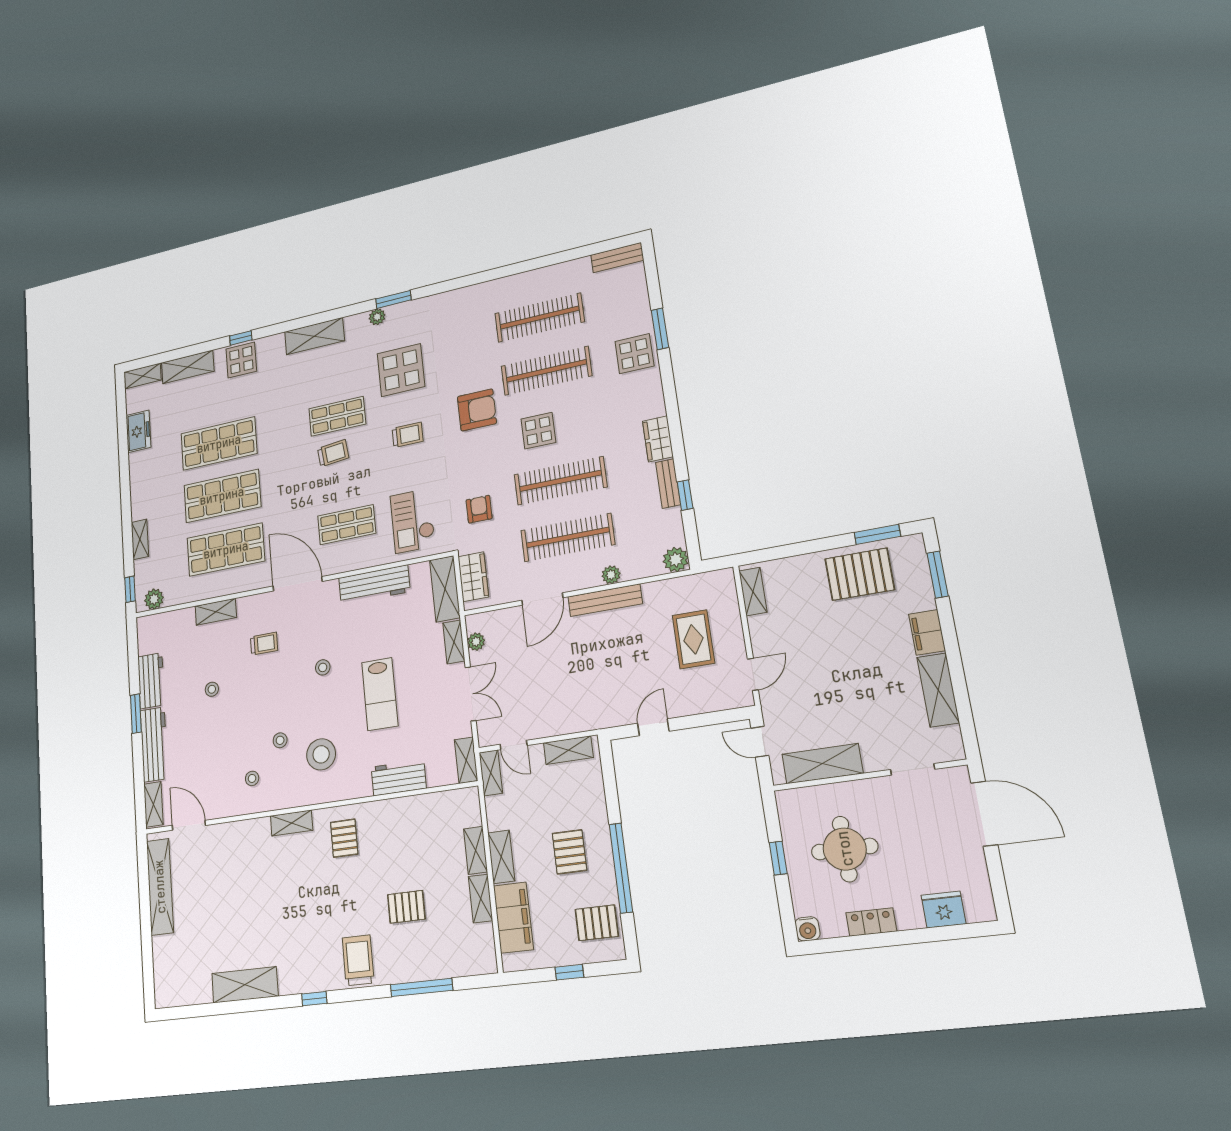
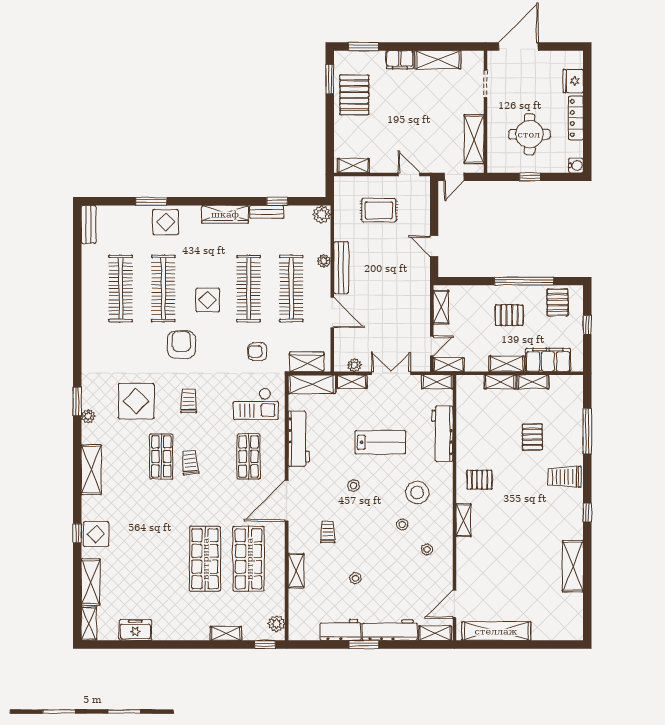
wardrobe: (658, 439) -> (225, 214), width x1.50
shop shelf: (219, 444) -> (161, 559), removed
workbench: (399, 778) -> (442, 434), width x1.38
locker: (871, 922) -> (576, 118), width x1.53

